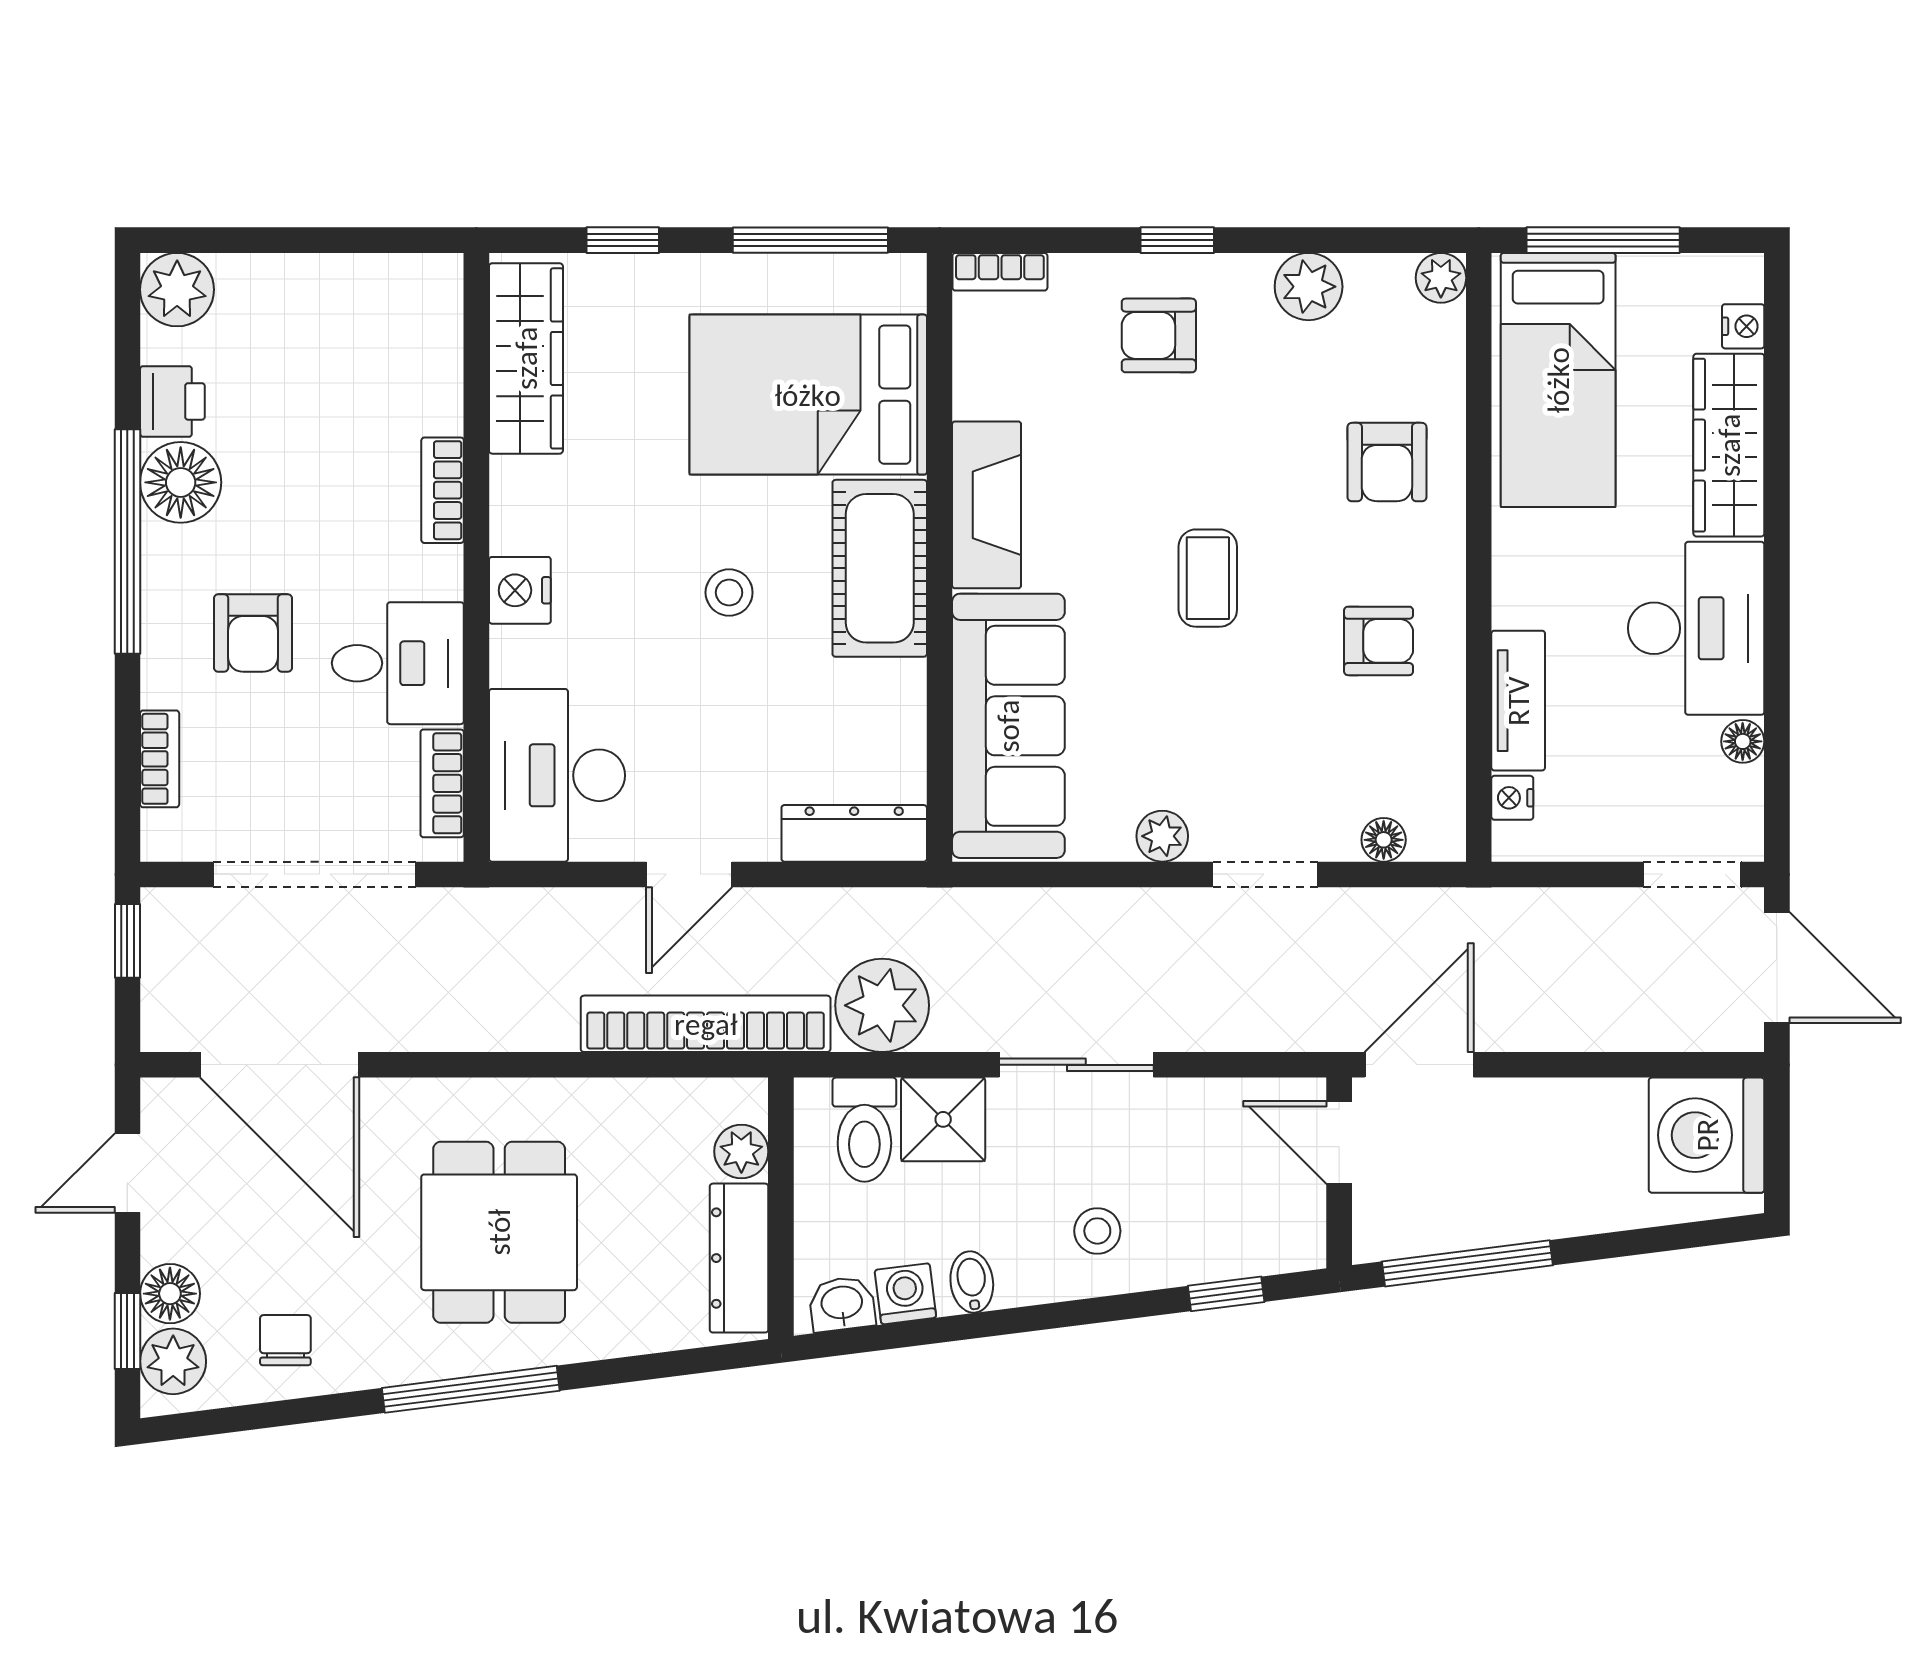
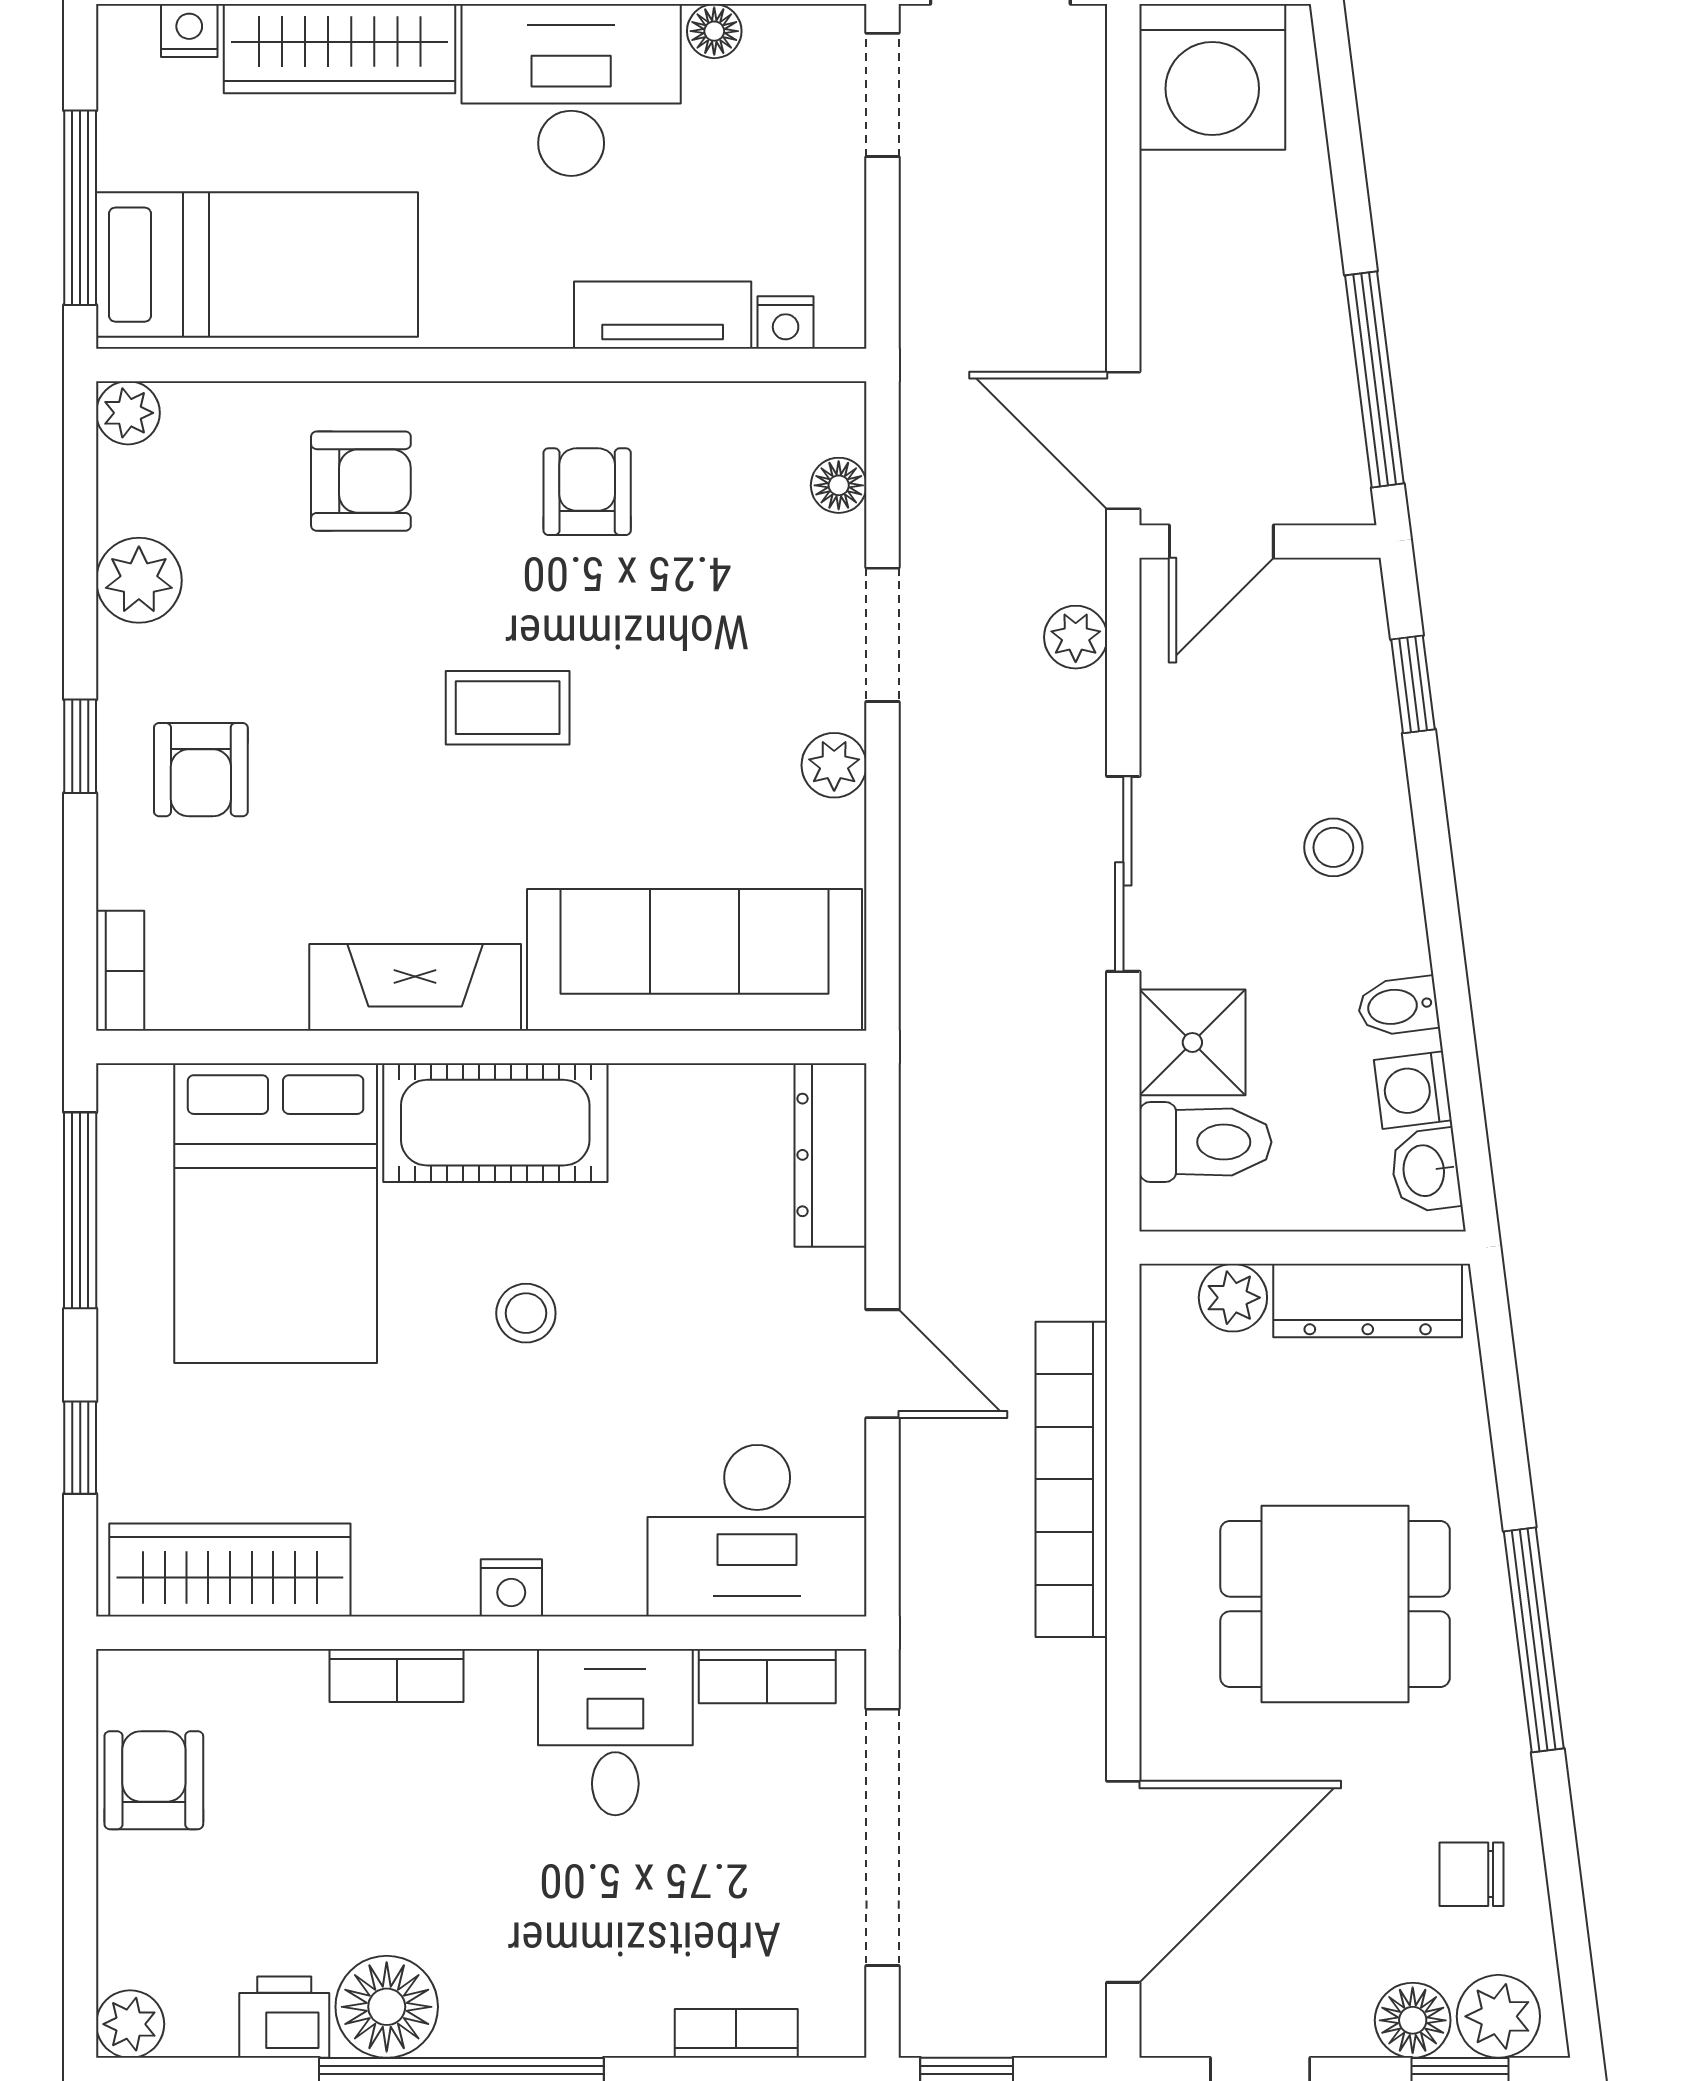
plant: (177, 290) -> (130, 2024), width x0.73, depth x0.73
nightstand: (520, 590) -> (511, 1588), width x0.72, depth x0.74
armchair: (253, 633) -> (154, 1780), moved, turned -90
plant: (882, 1005) -> (1076, 637), moved, width x0.53, depth x0.53
bookcase: (706, 1024) -> (1071, 1479), moved

